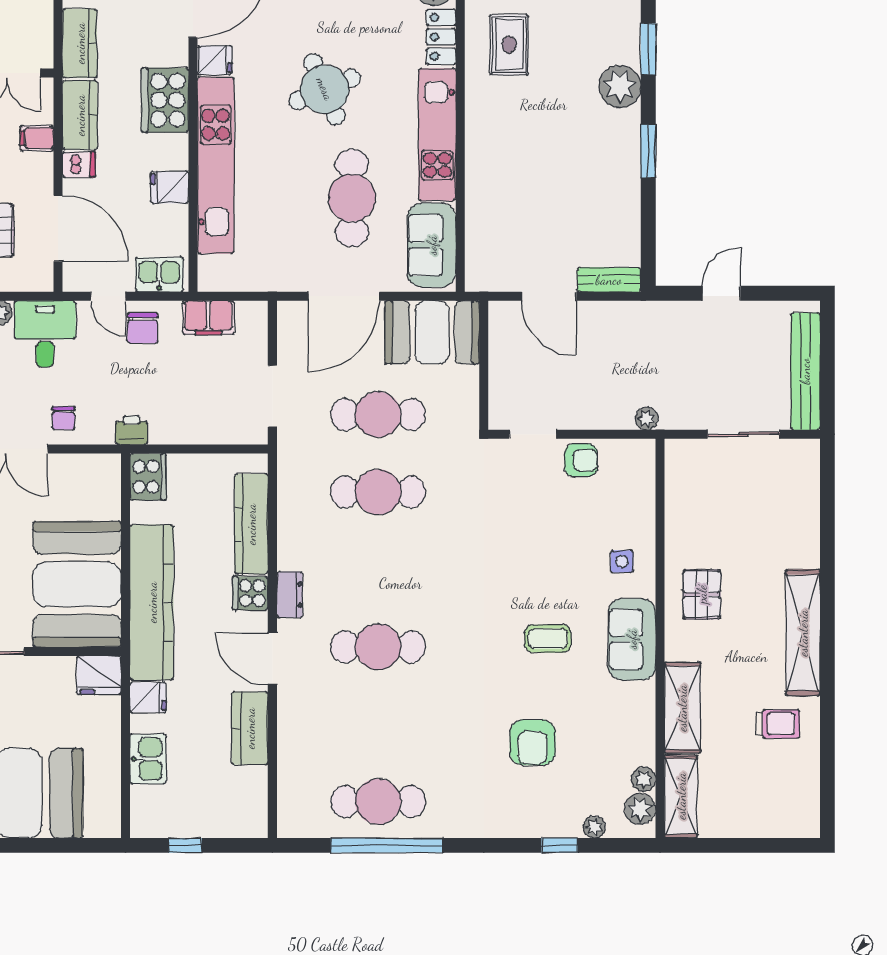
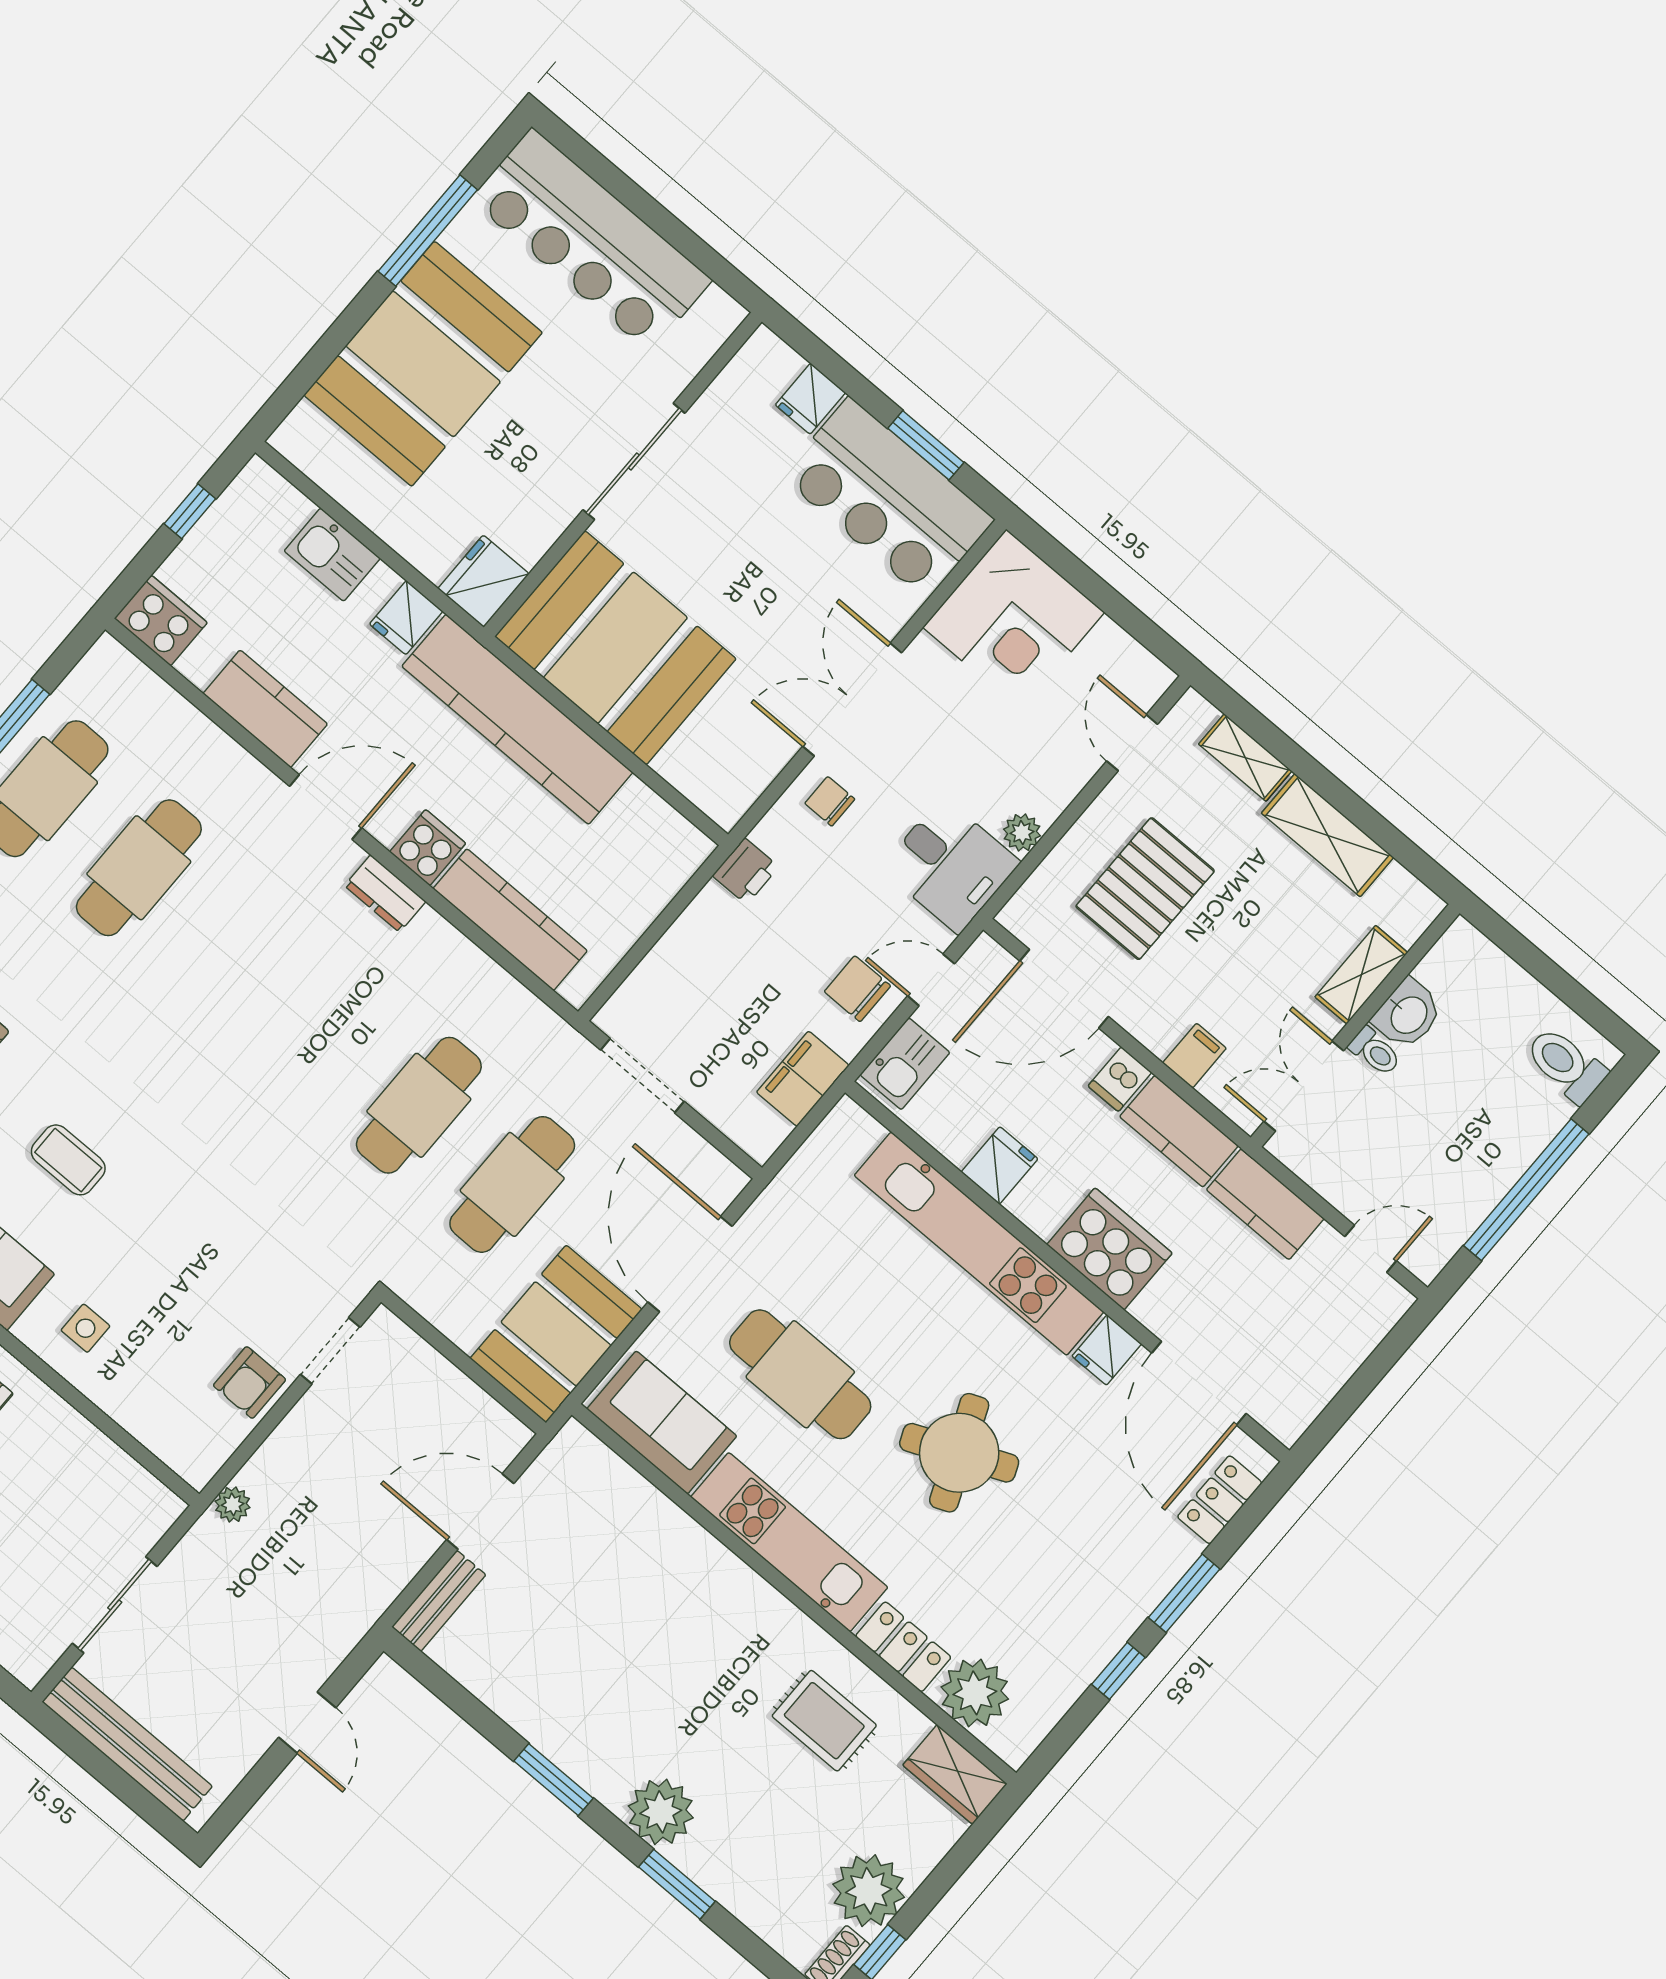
cooker: (148, 477) -> (161, 621), moved, turned 180
coffee table: (548, 639) -> (68, 1160), turned 90
cafe table: (378, 647) -> (139, 868), moved

